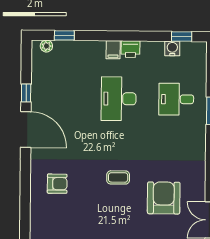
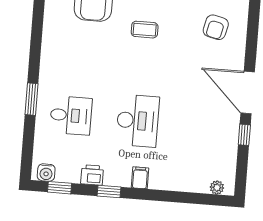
window: (64, 35) -> (109, 192), moved
water cooler: (172, 48) -> (46, 173), moved
printer: (131, 49) -> (92, 175), moved
armchair: (57, 184) -> (216, 27), turned -77

